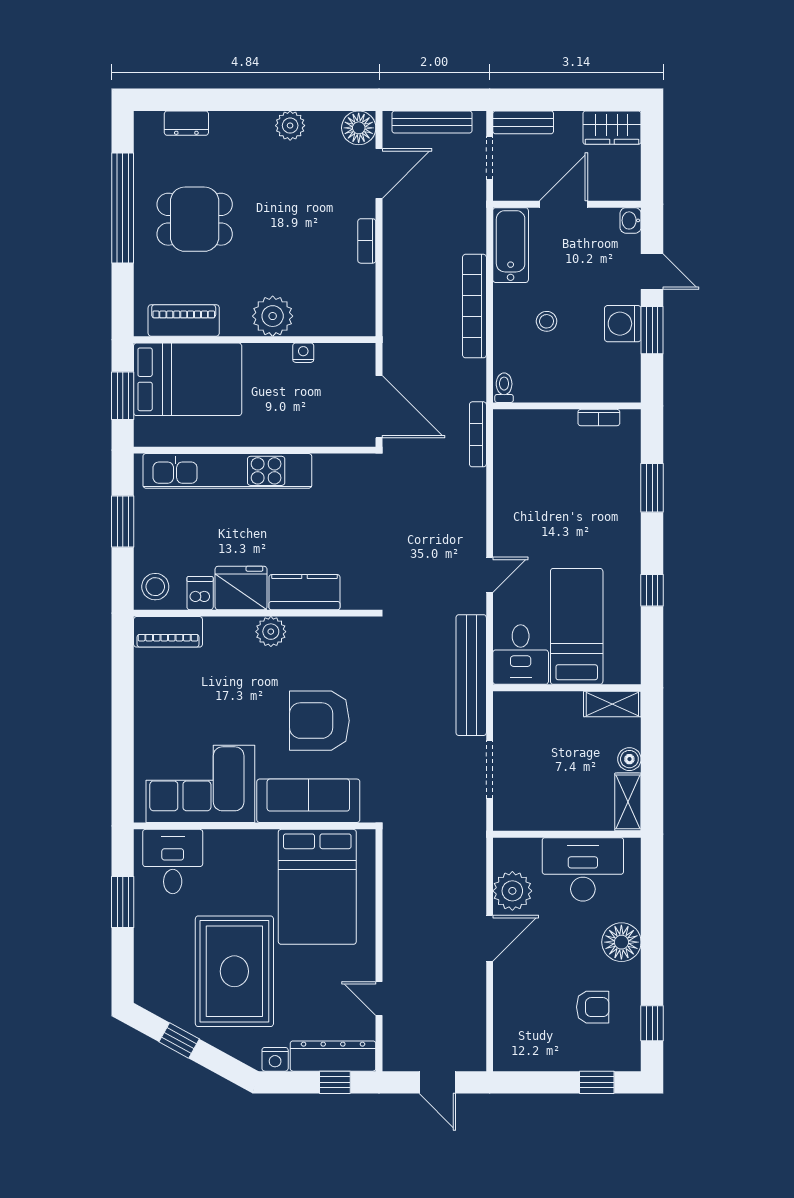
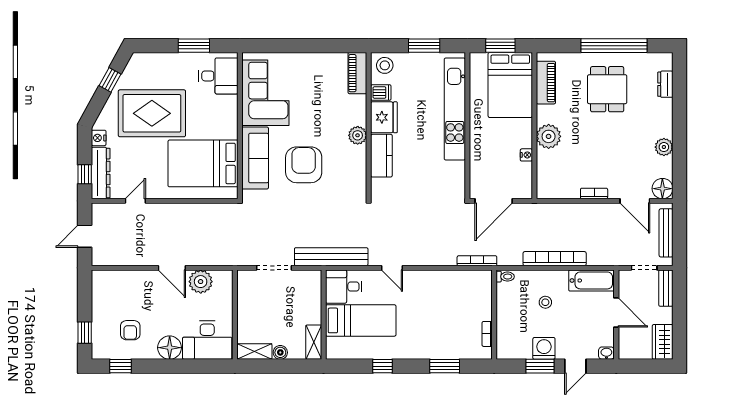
desk: (583, 869) -> (207, 340), moved, turned 90

